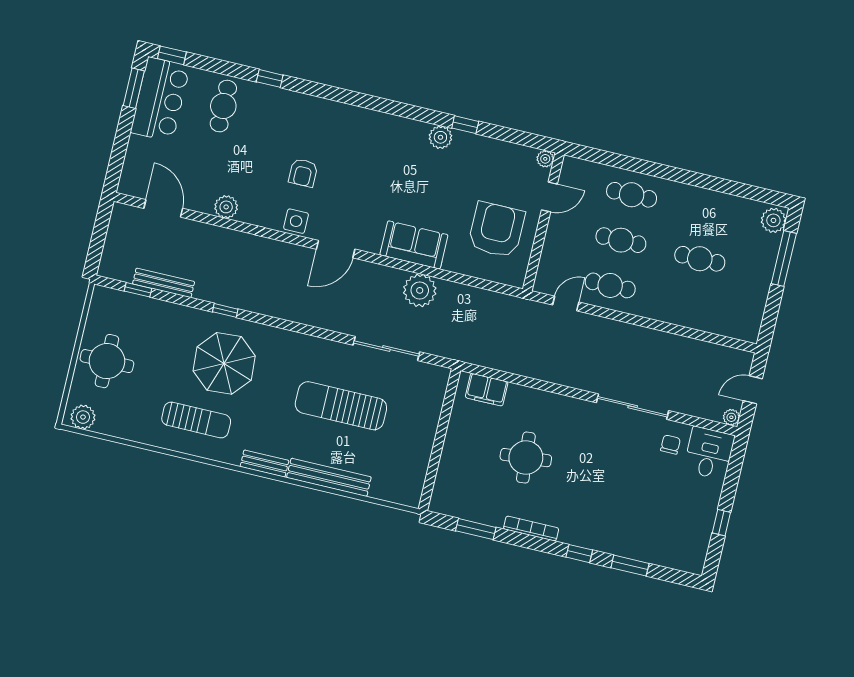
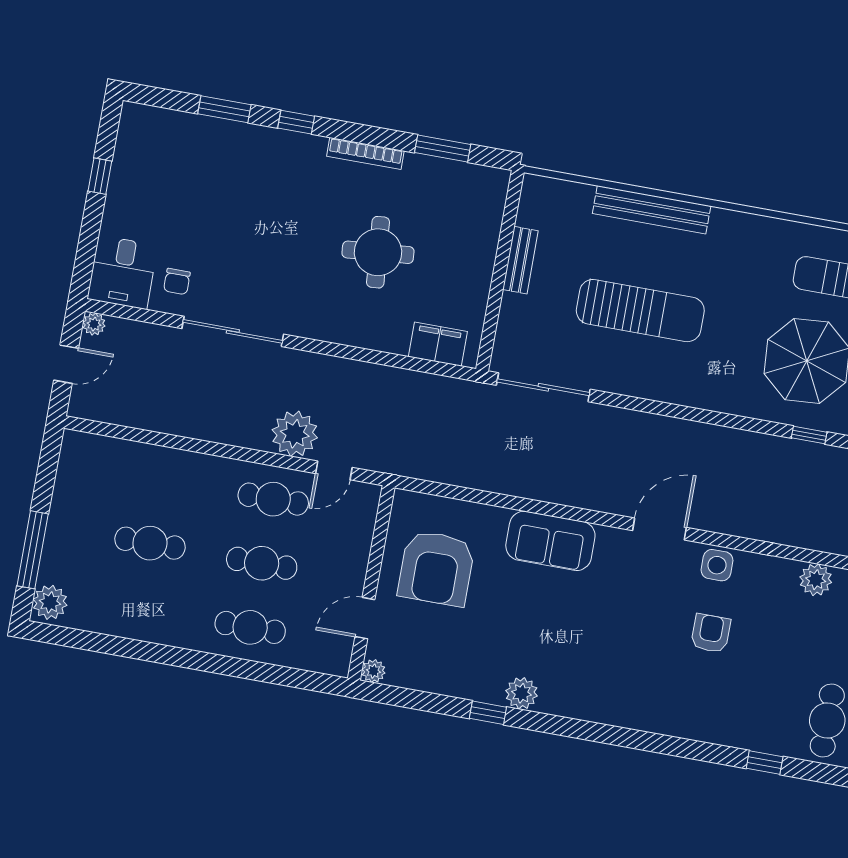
plant: (420, 290) -> (295, 434), moved
sliding door: (386, 348) -> (543, 387), moved
bench: (264, 464) -> (520, 260), moved, turned 90

